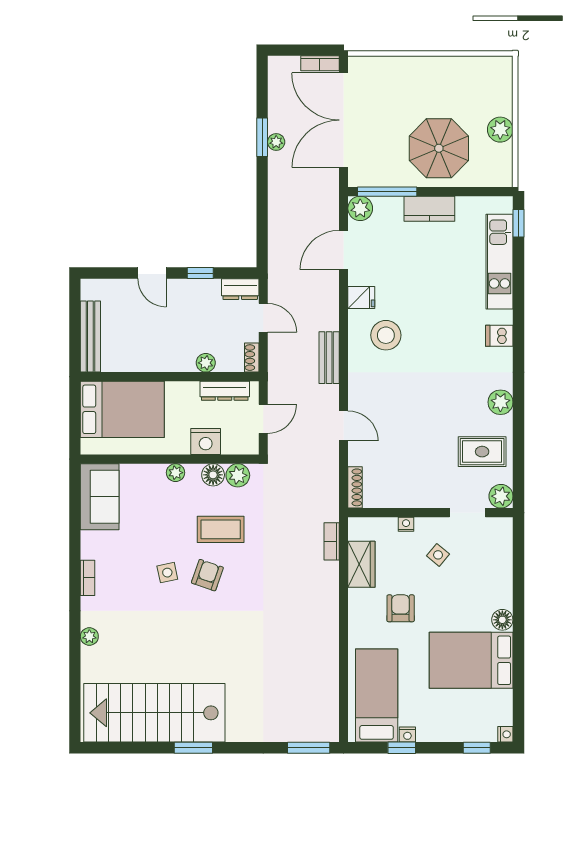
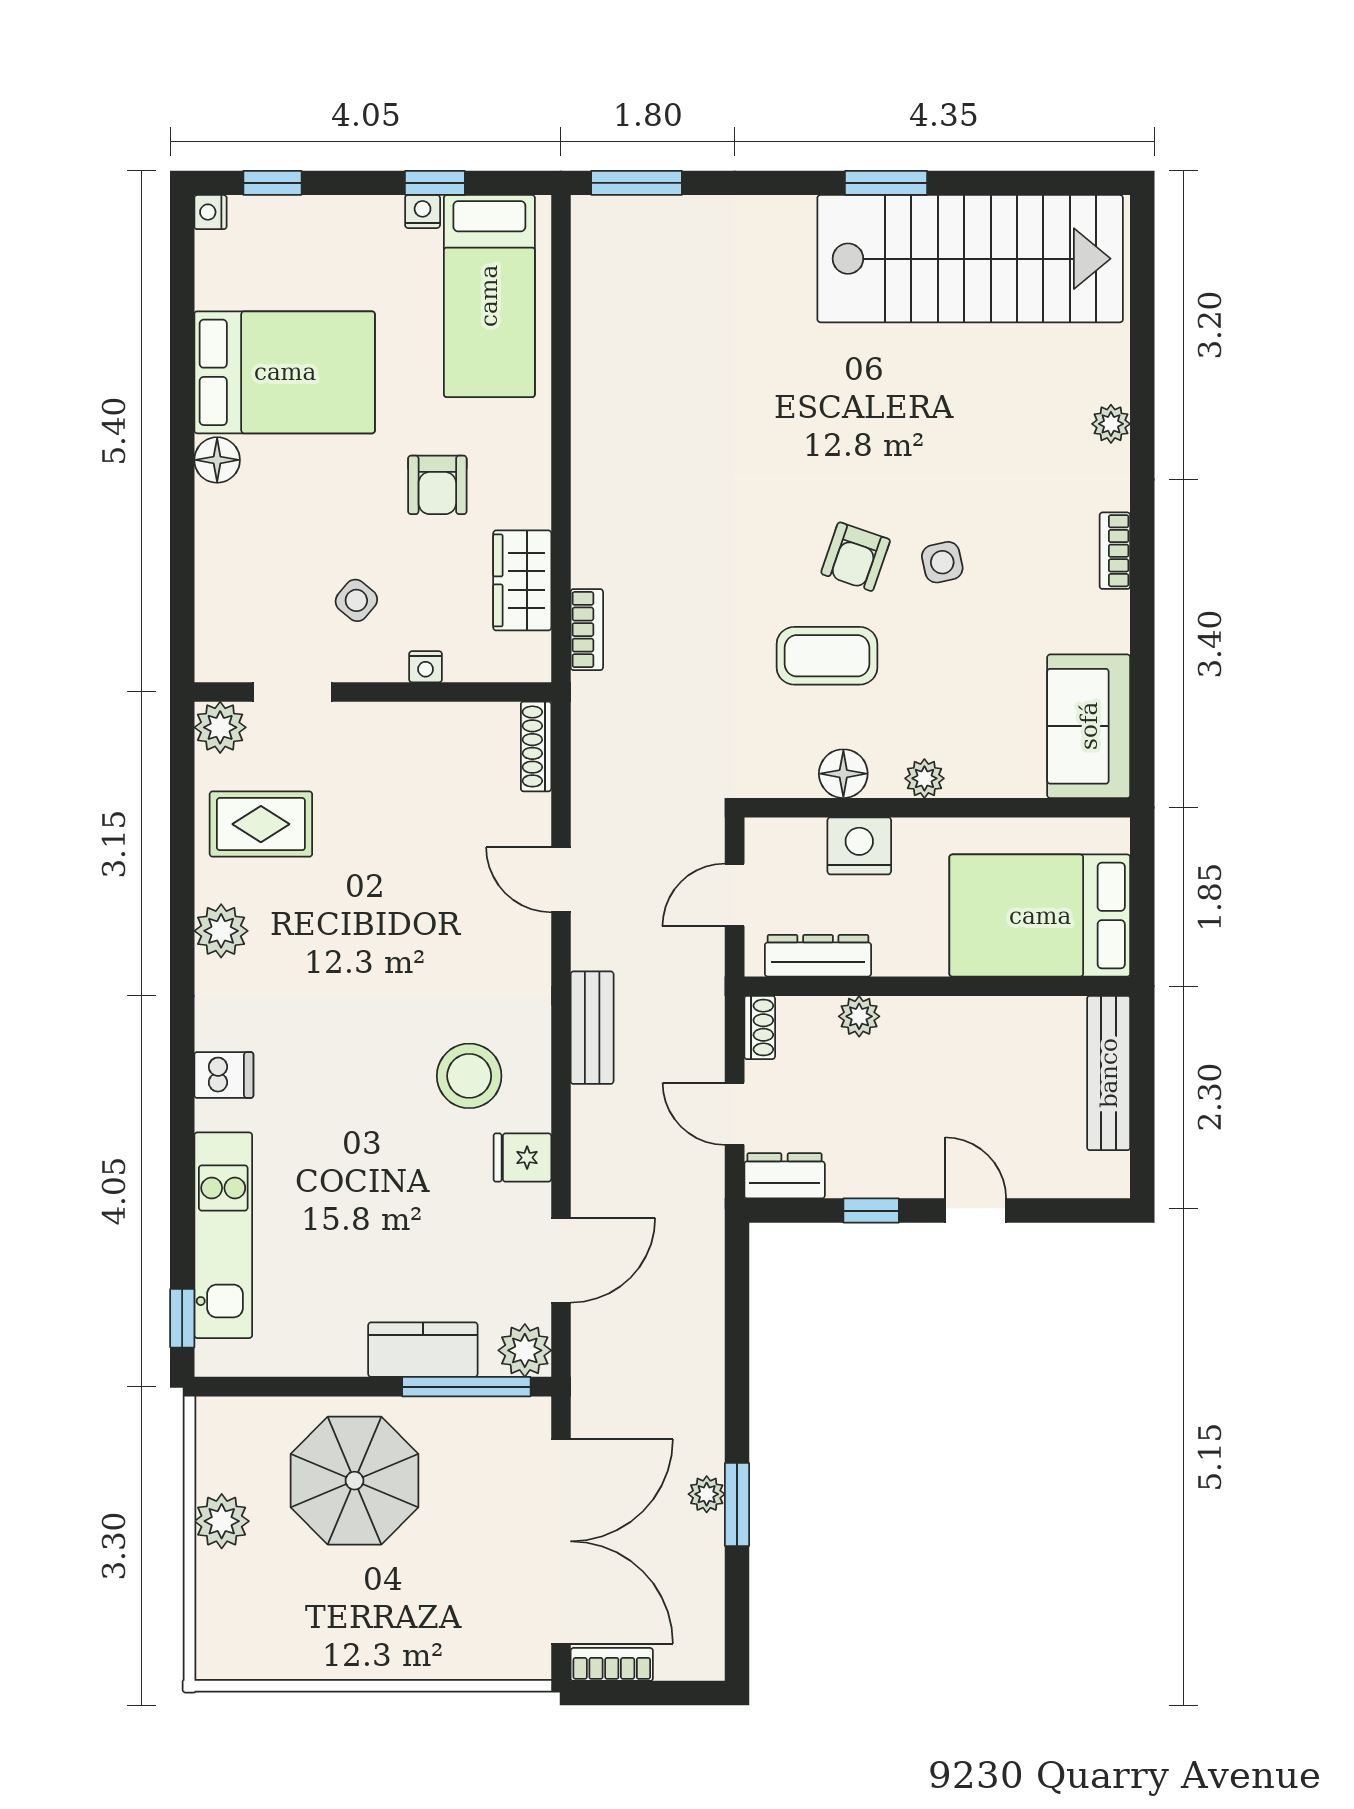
kitchen counter: (429, 209) -> (423, 1350), moved
plant: (238, 475) -> (790, 773), removed

